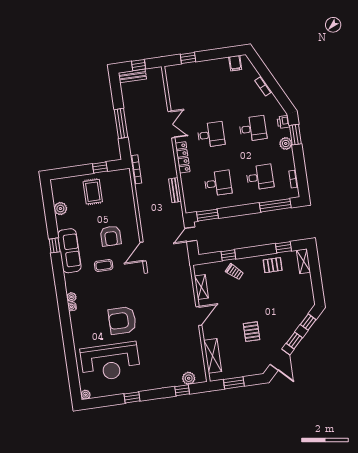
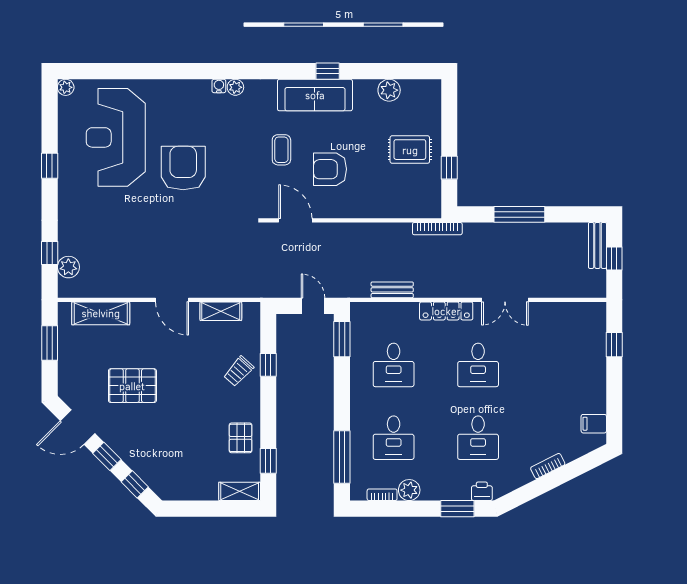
plant: (286, 143) -> (409, 490), moved
pallet: (252, 332) -> (132, 386), width x1.50, depth x1.42

